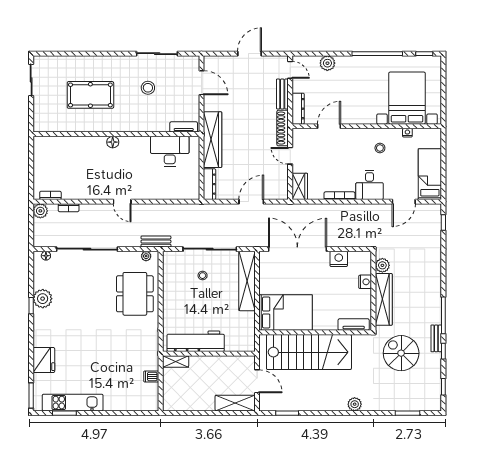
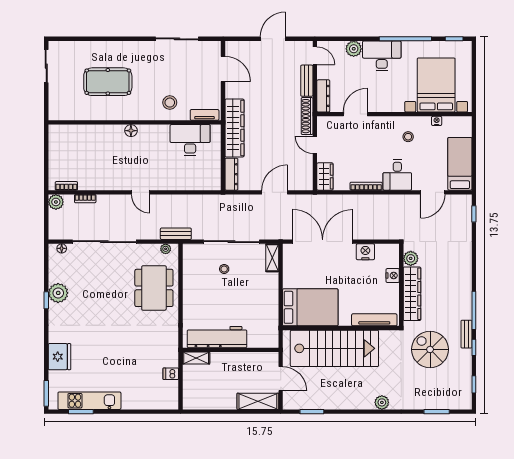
desk: (355, 70) -> (382, 56), added
stool: (148, 88) -> (170, 103), moved
shelving: (247, 281) -> (272, 258), width x0.45, depth x0.75
tv unit: (354, 325) -> (374, 320), width x1.41

